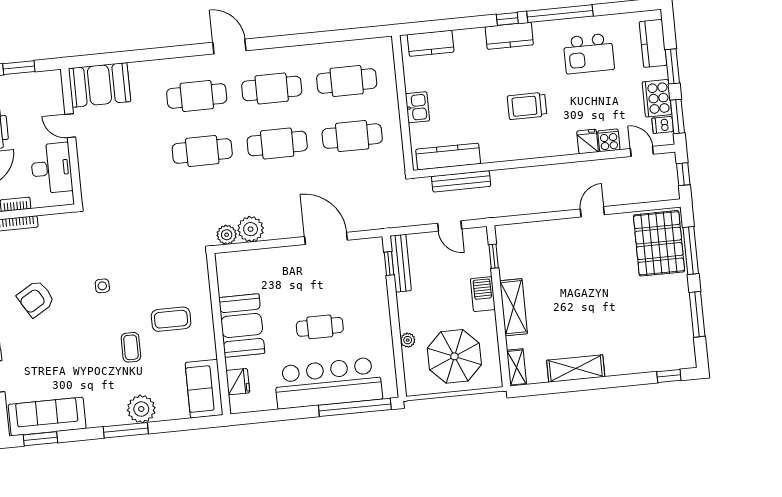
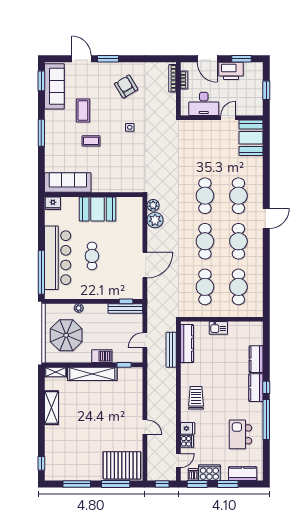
kitchen counter: (431, 43) -> (256, 359), moved
trolley: (527, 106) -> (196, 398), moved
shelving: (514, 307) -> (92, 374), width x1.47
coffee table: (171, 319) -> (83, 111), moved
fridge: (238, 382) -> (53, 203), moved
sofa: (204, 389) -> (68, 182), width x1.36
plant: (141, 409) -> (53, 143), removed

